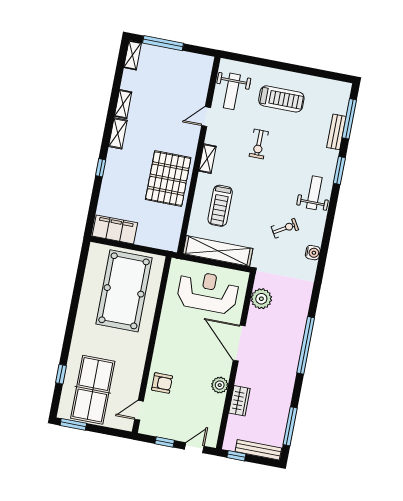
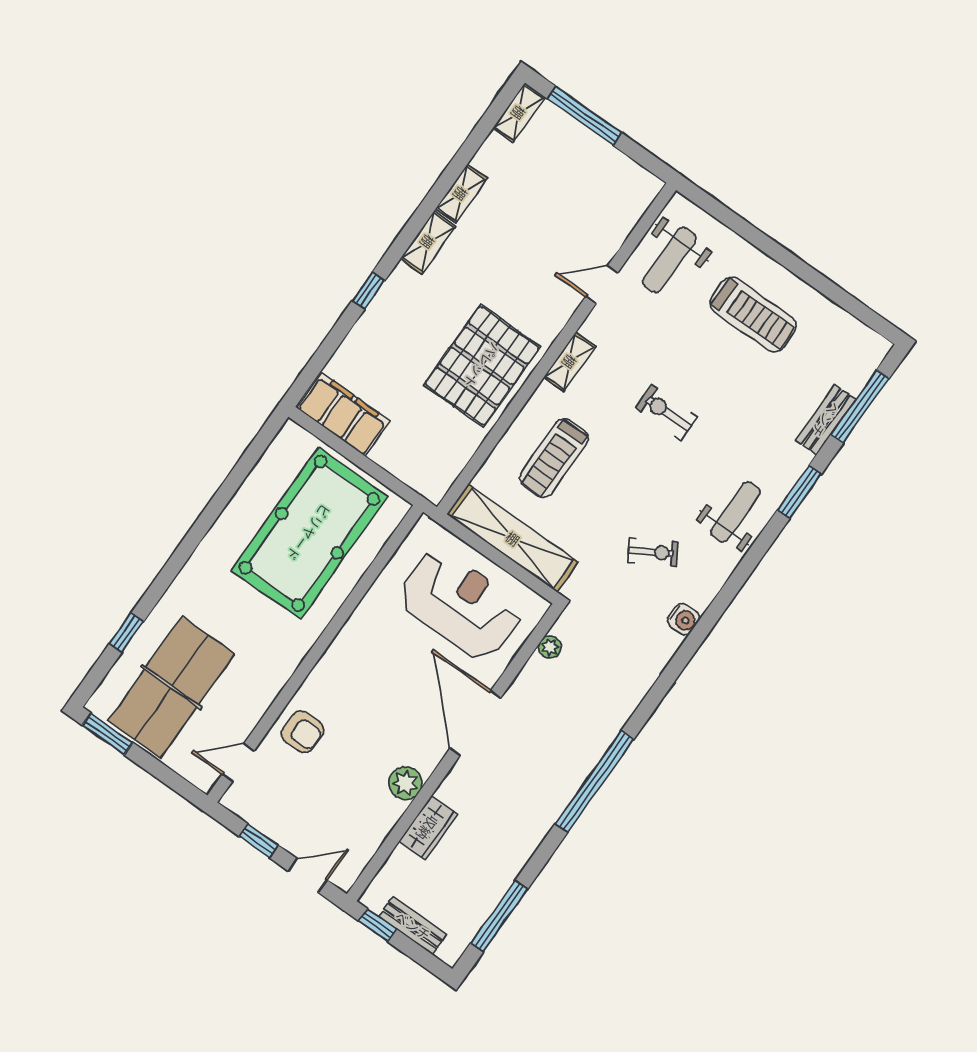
exercise bike: (259, 144) -> (666, 412), moved, turned 90
plant: (261, 299) -> (550, 647), width x0.53, depth x0.53
bench: (258, 450) -> (413, 925), width x0.73

